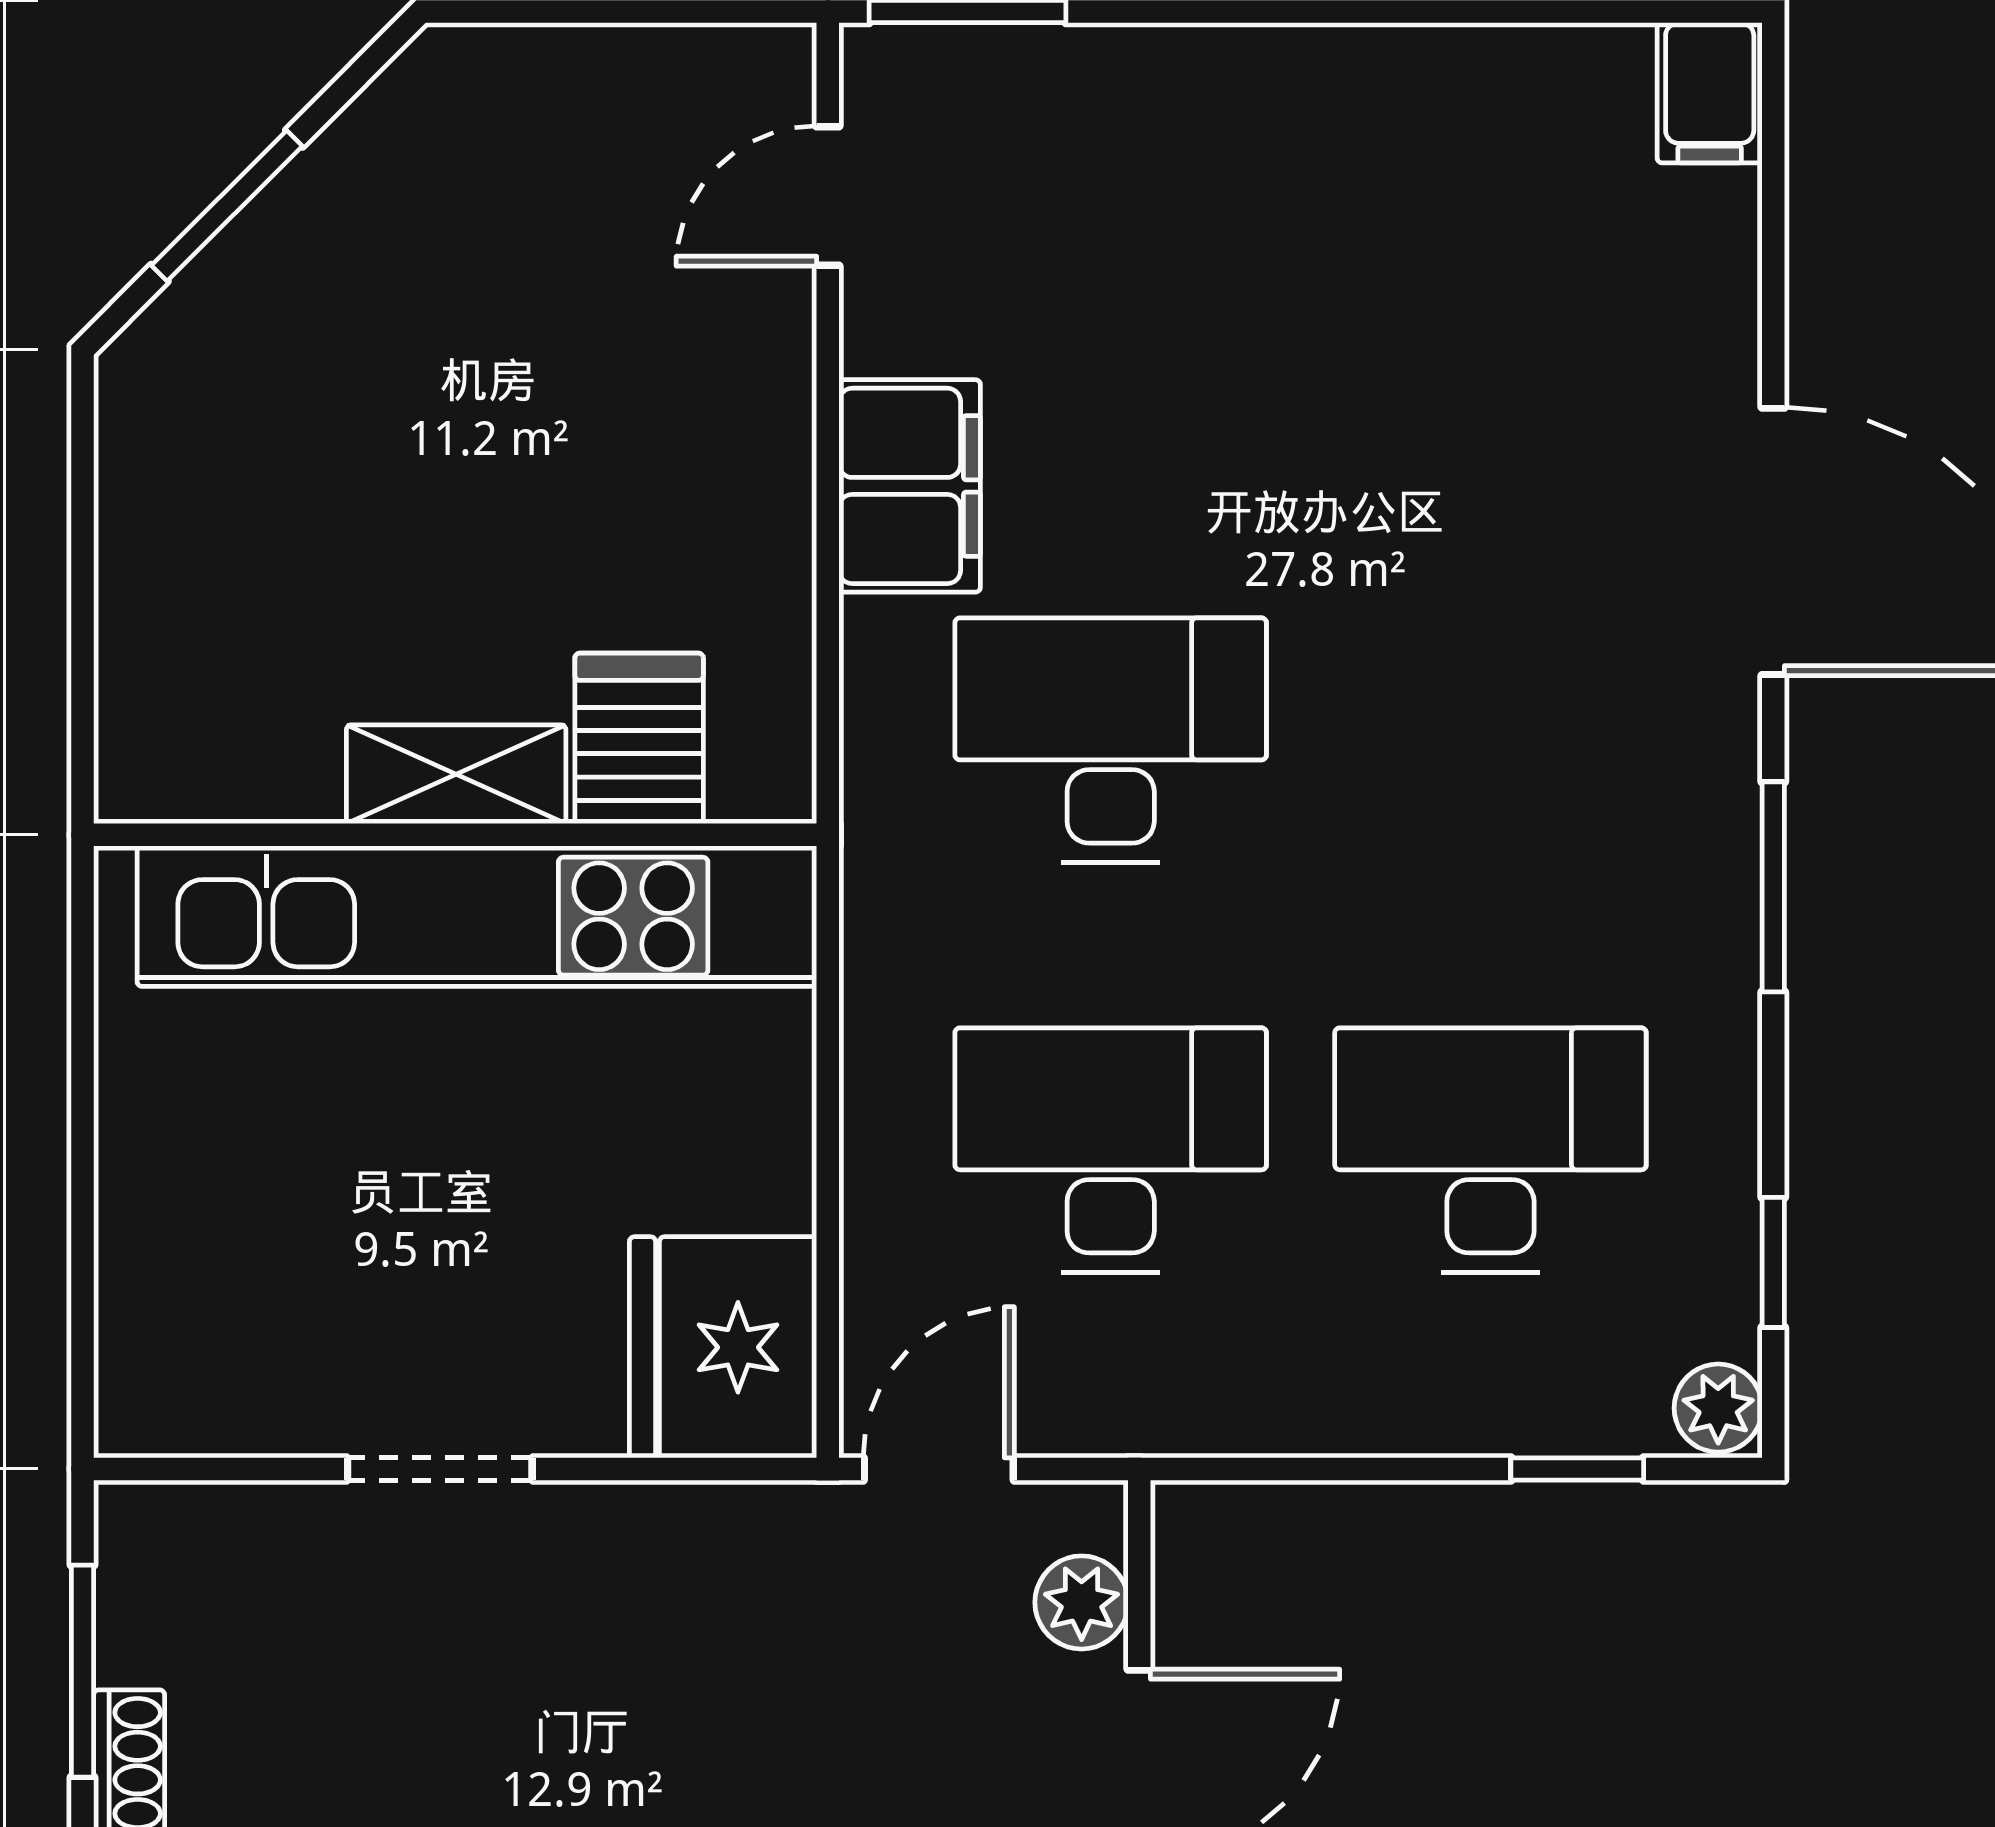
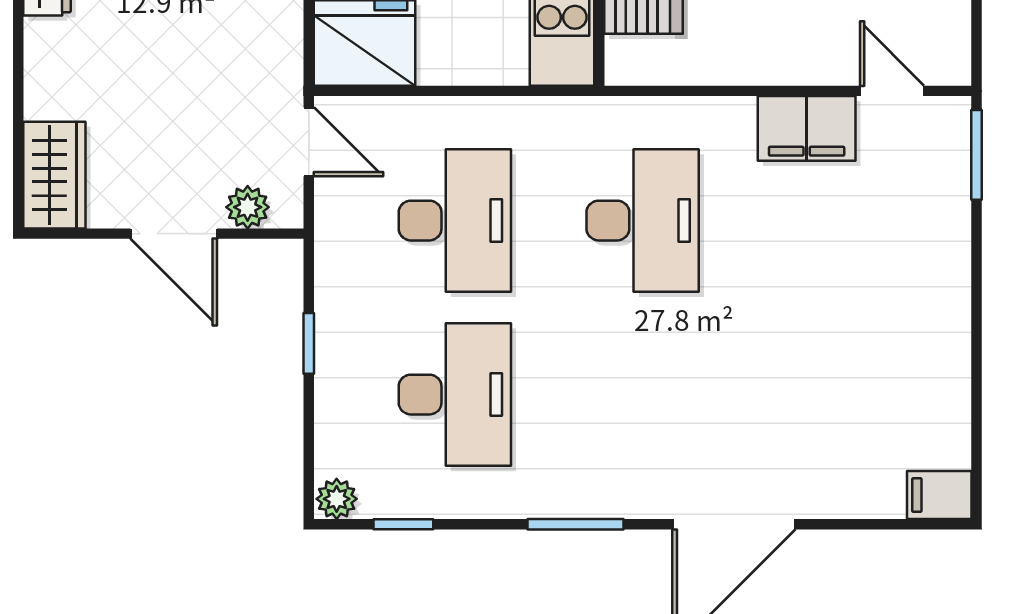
filing cabinet: (910, 486) -> (807, 128), moved
window: (1577, 1469) -> (309, 343), moved

